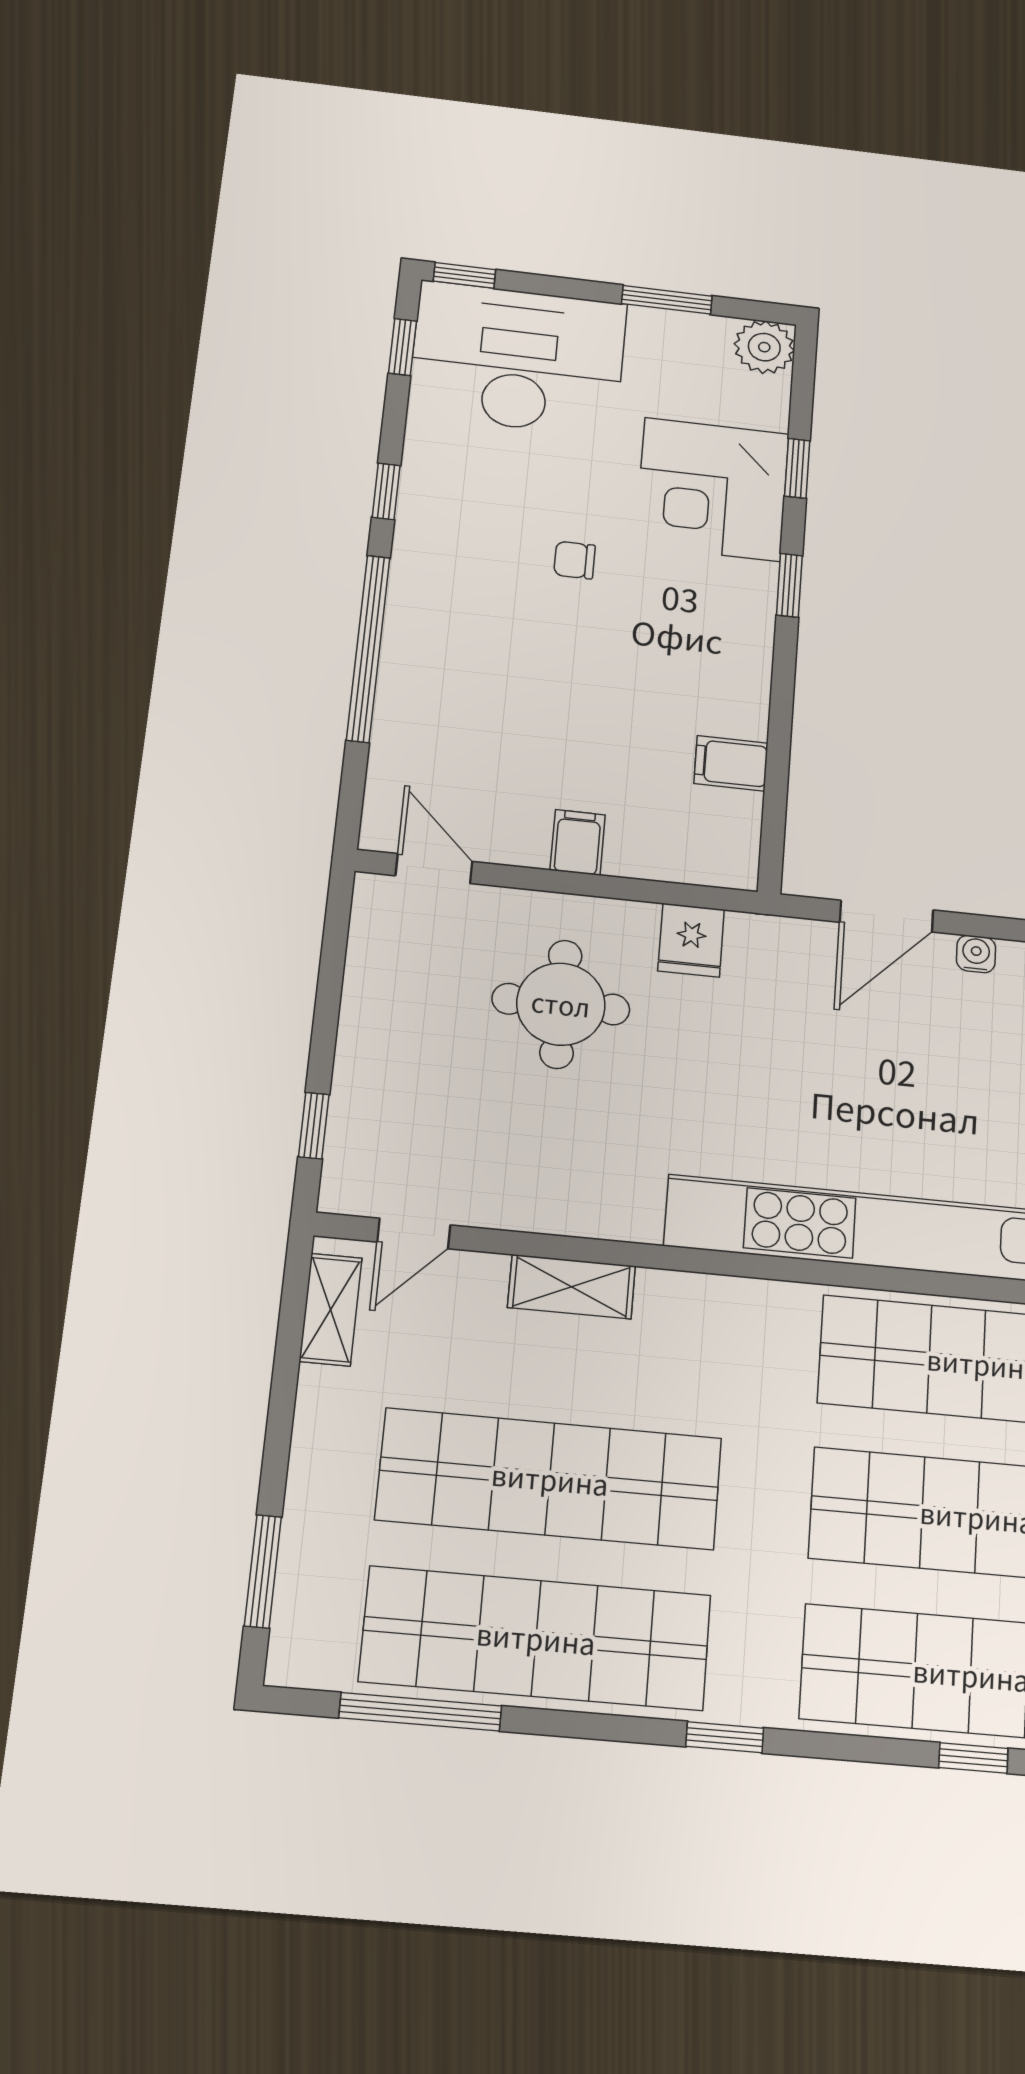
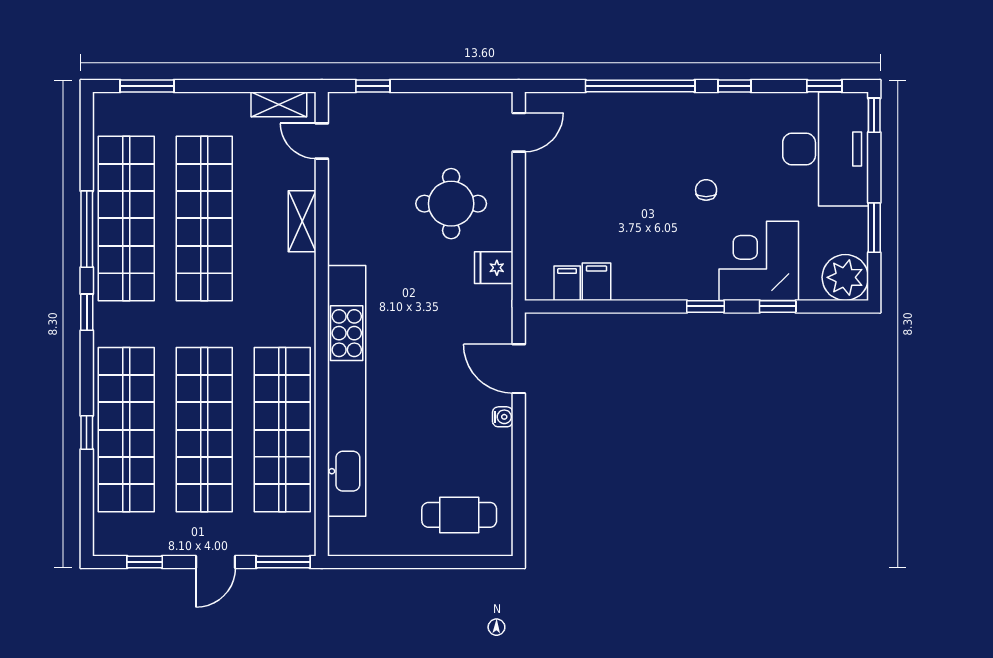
plant: (764, 347) -> (845, 277), width x1.36, depth x1.36
filing cabinet: (578, 842) -> (567, 283), moved, turned -90
window: (420, 1712) -> (87, 229), moved

